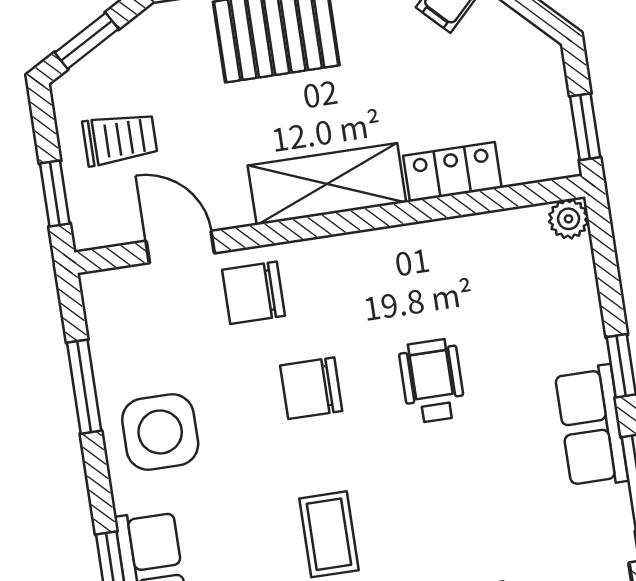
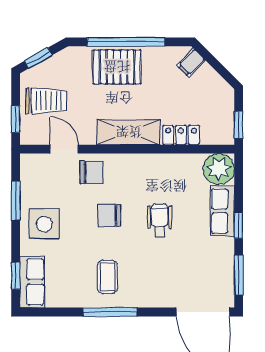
trolley: (120, 139) -> (46, 101), width x1.36, depth x1.39
plant: (569, 219) -> (219, 169), width x1.87, depth x1.87
chair: (254, 293) -> (91, 172), turned 180
row of seats: (591, 427) -> (222, 211), moved

